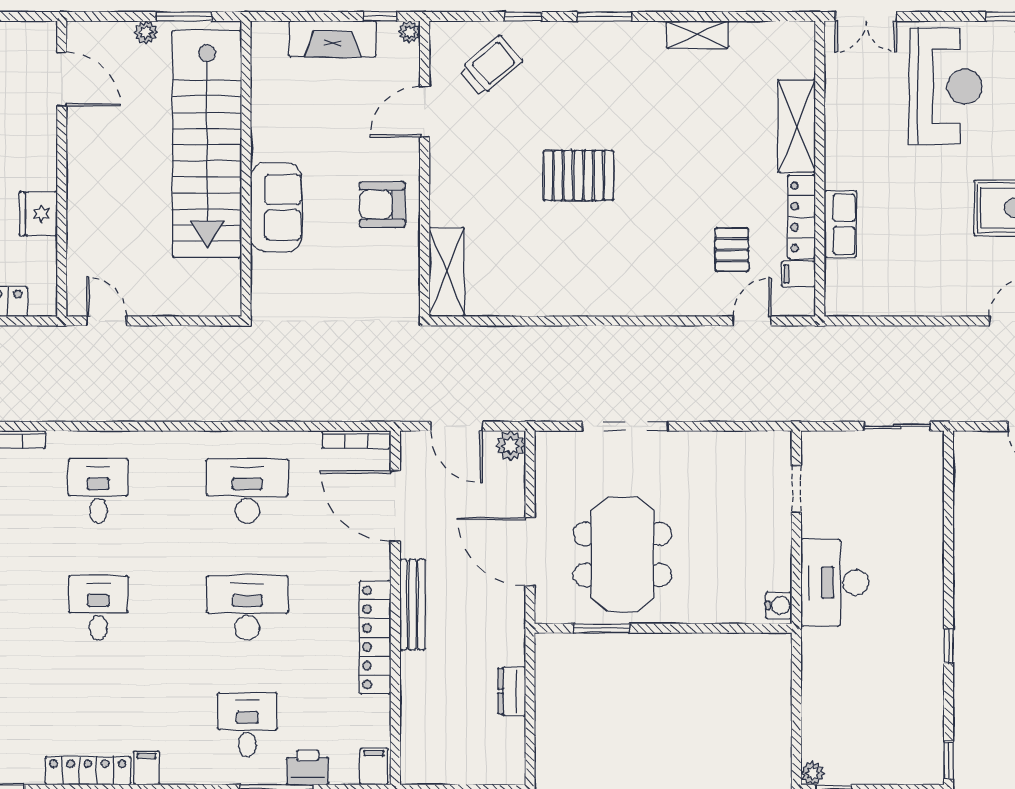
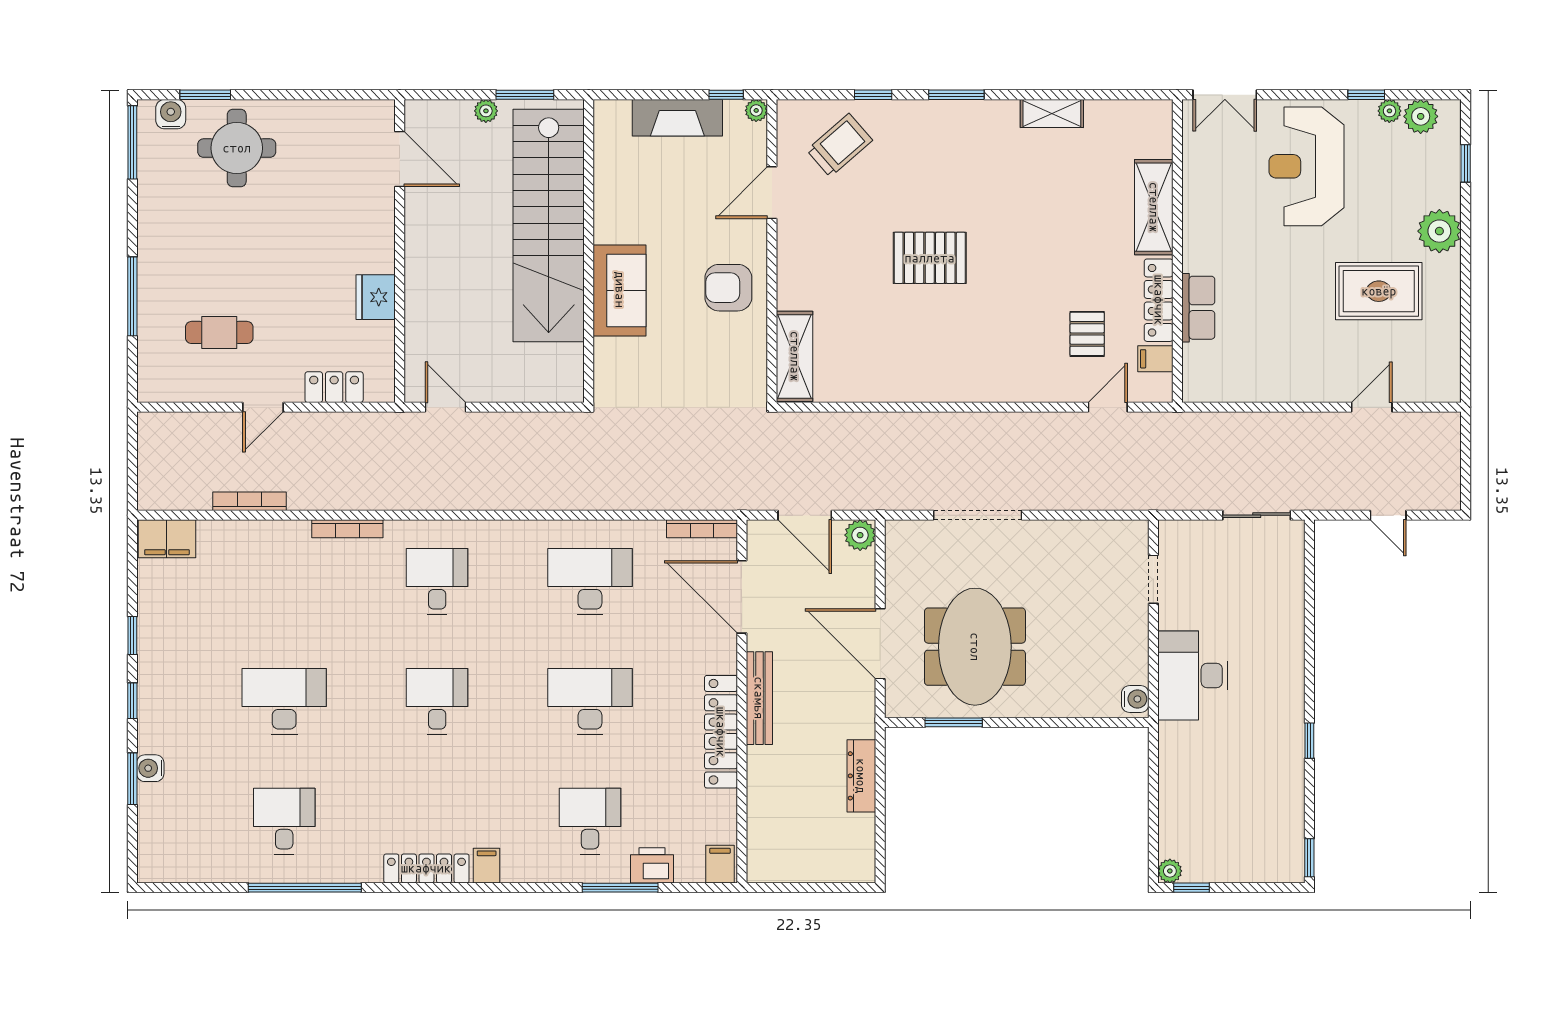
reception desk: (946, 86) -> (1307, 166), turned 180
dresser: (512, 691) -> (861, 776), width x1.44

